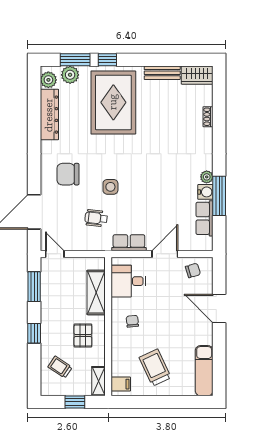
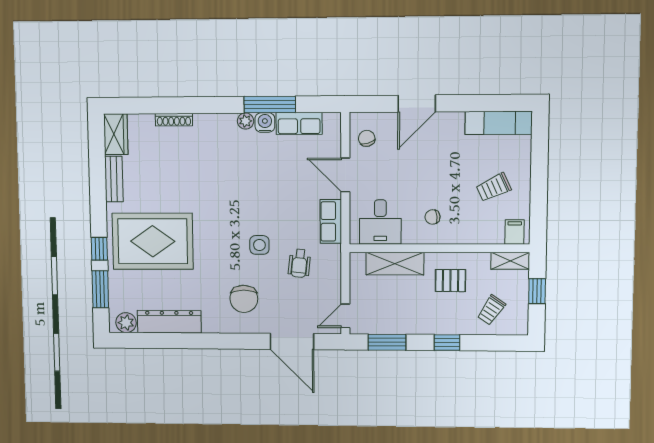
plant: (70, 75) -> (119, 296), removed
shoe rack: (208, 117) -> (174, 120), width x1.43
trolley: (155, 368) -> (494, 187), width x0.73, depth x0.72

